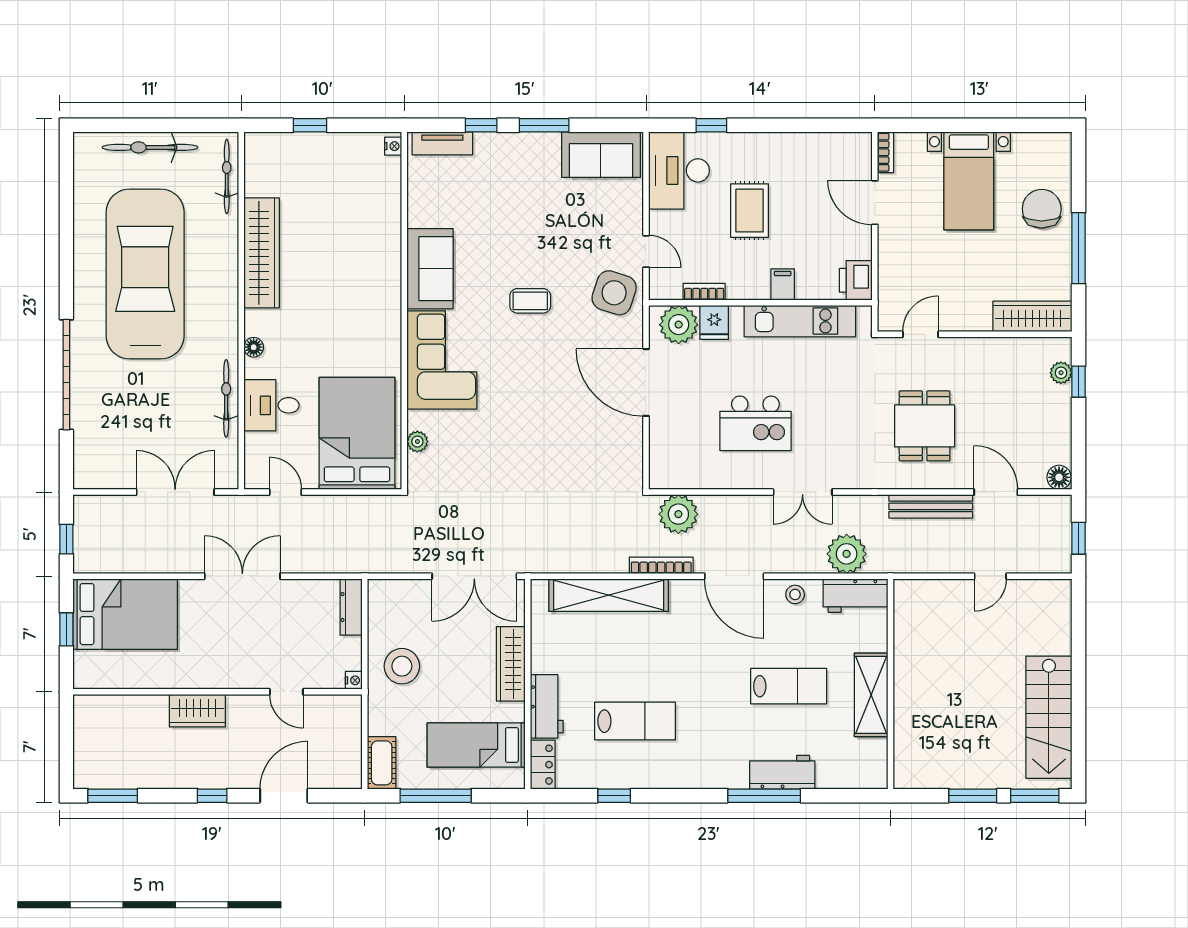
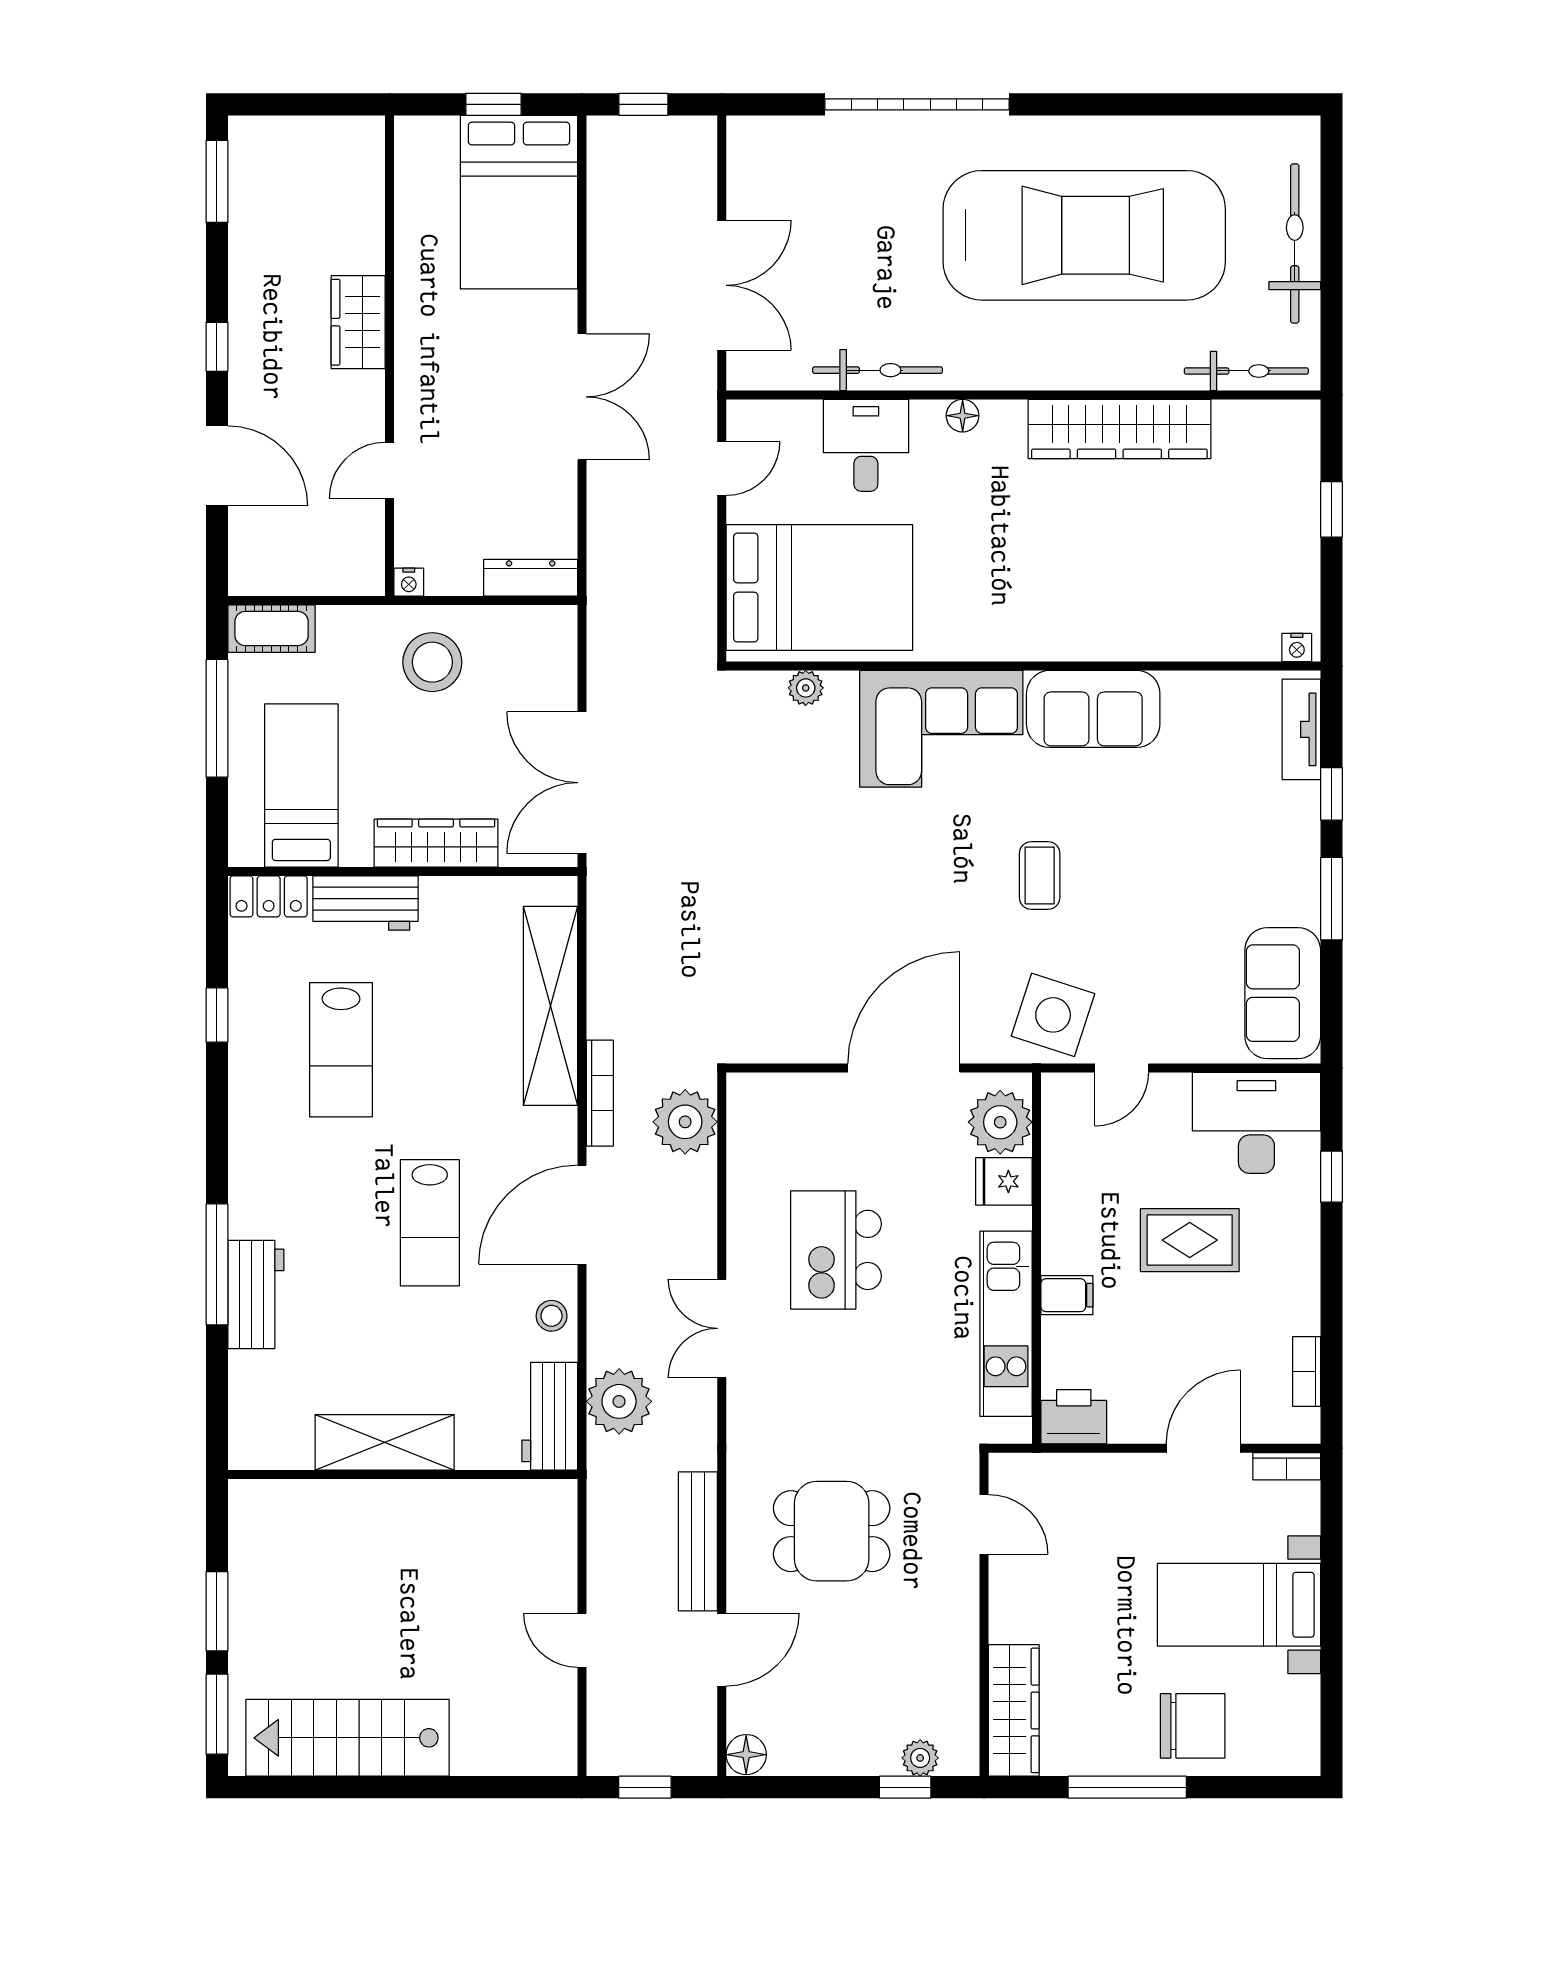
bookcase: (704, 292) -> (1307, 1372), moved, turned 180
lab bench: (789, 686) -> (430, 1223), moved

